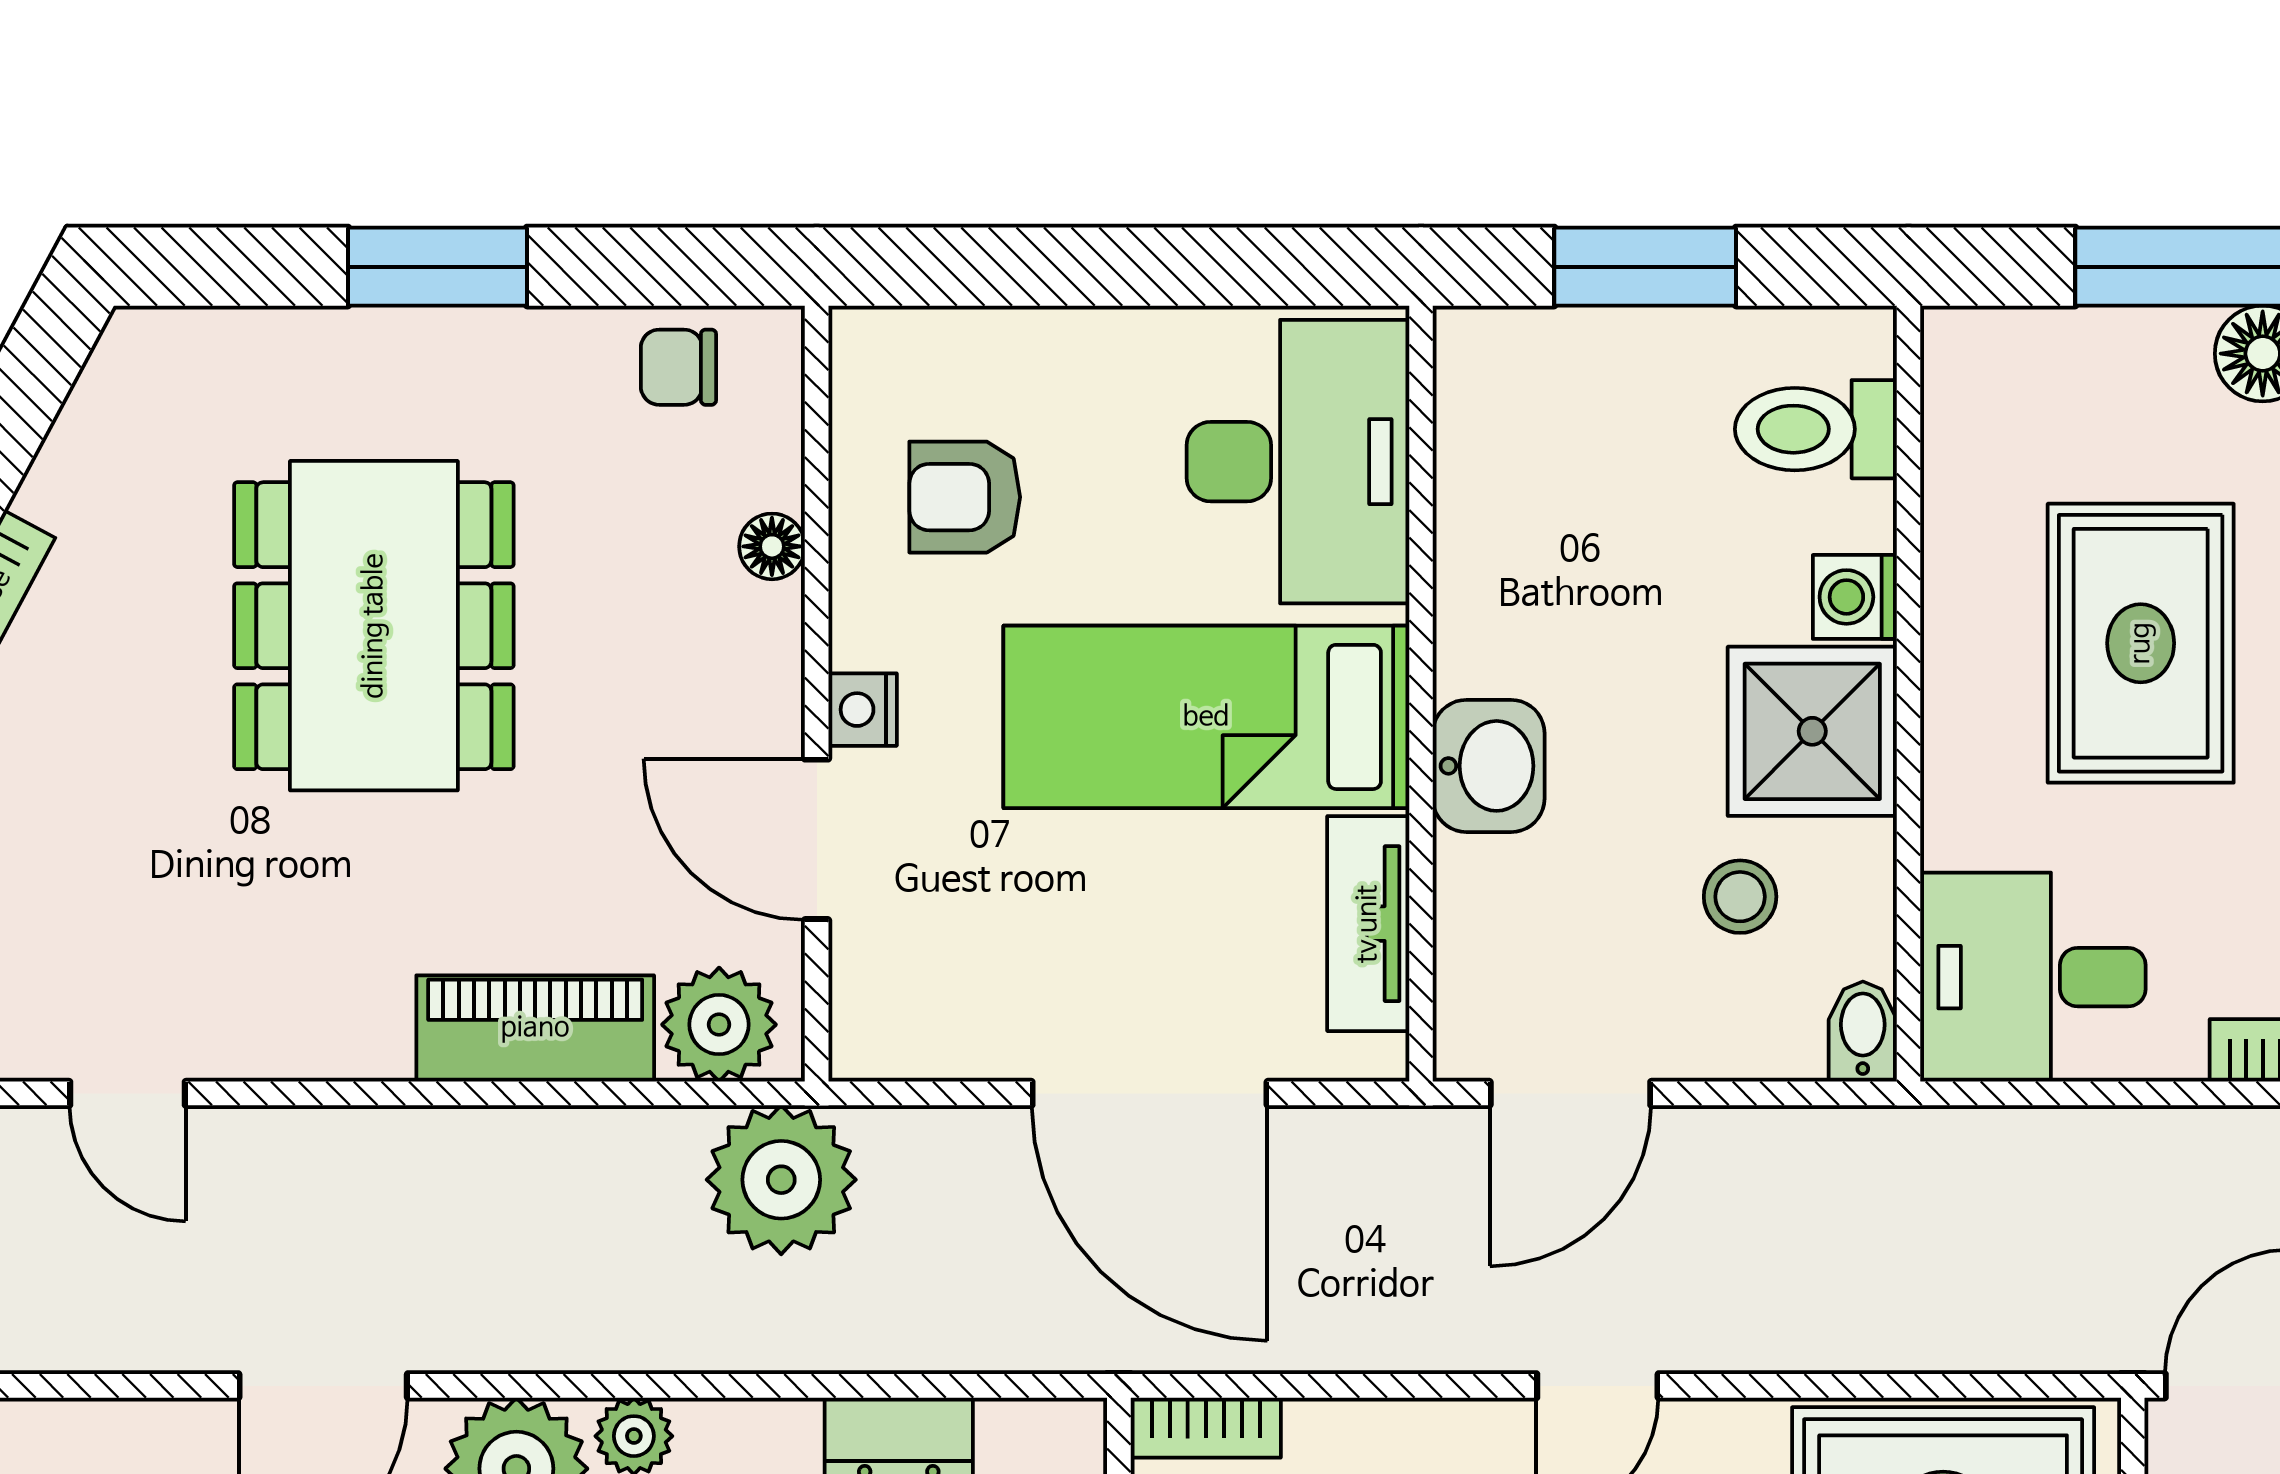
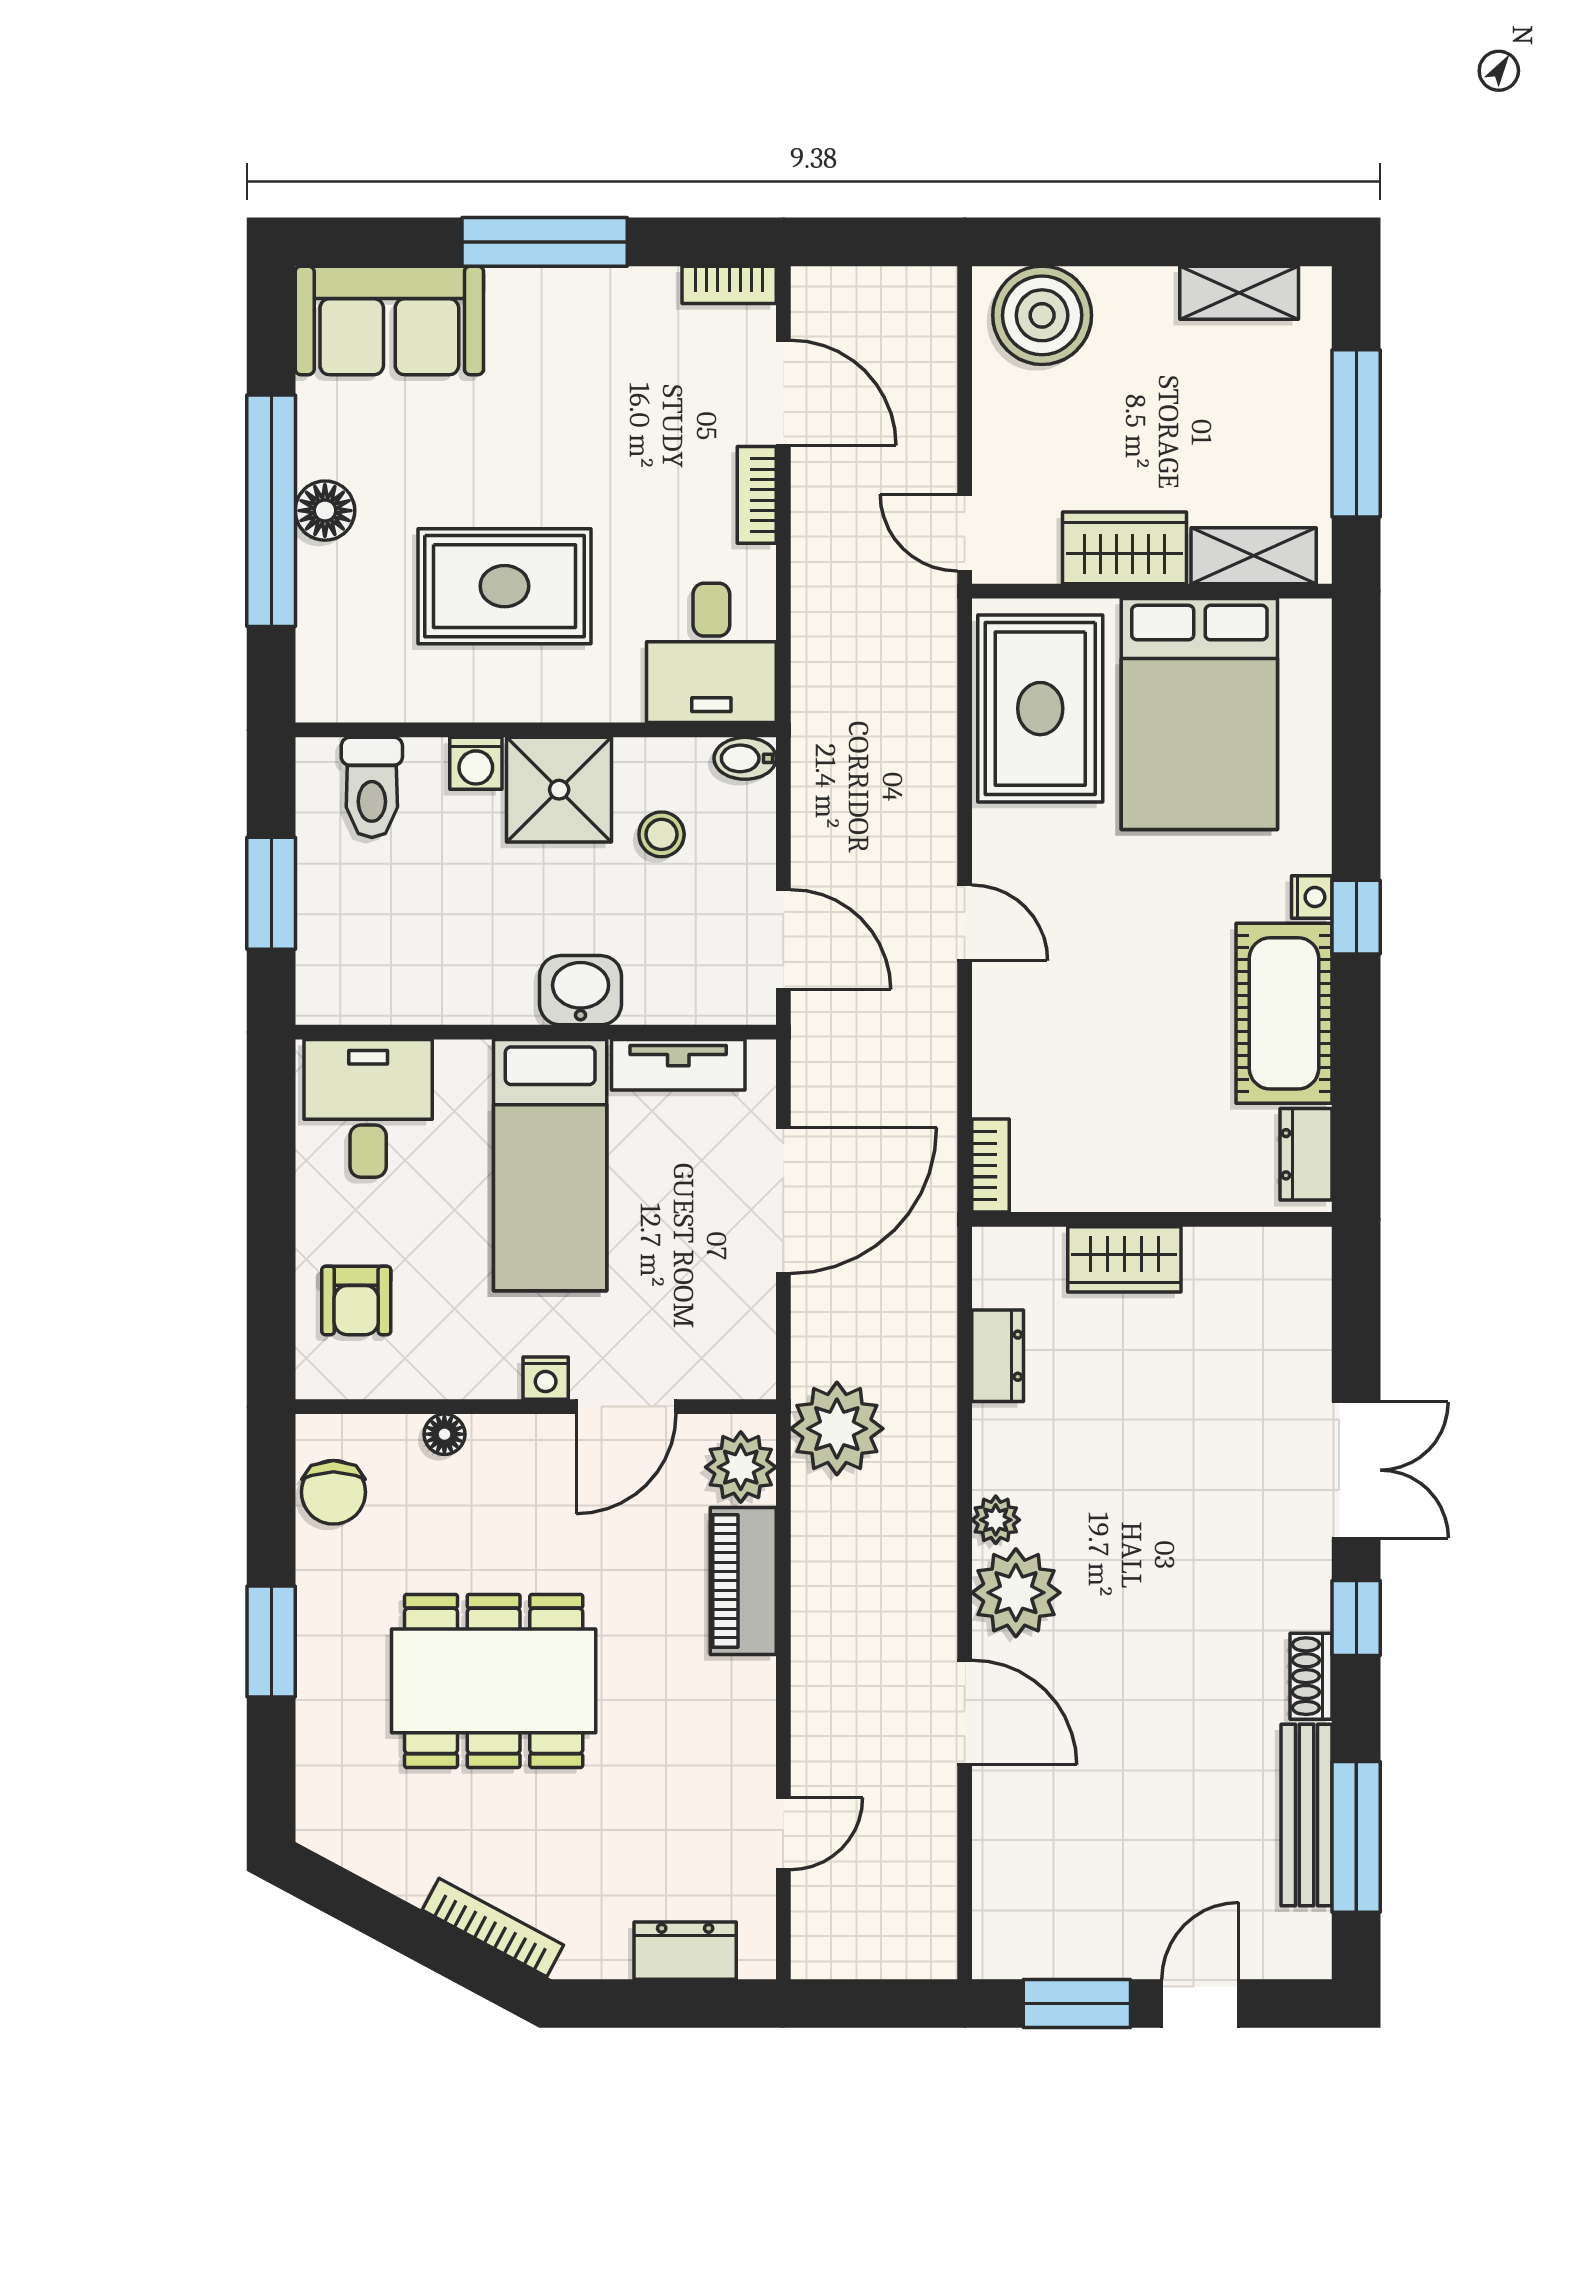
chair: (678, 367) -> (333, 1492), width x1.37, depth x1.37
desk: (1298, 462) -> (368, 1108), width x0.73
armchair: (965, 497) -> (356, 1300), moved

